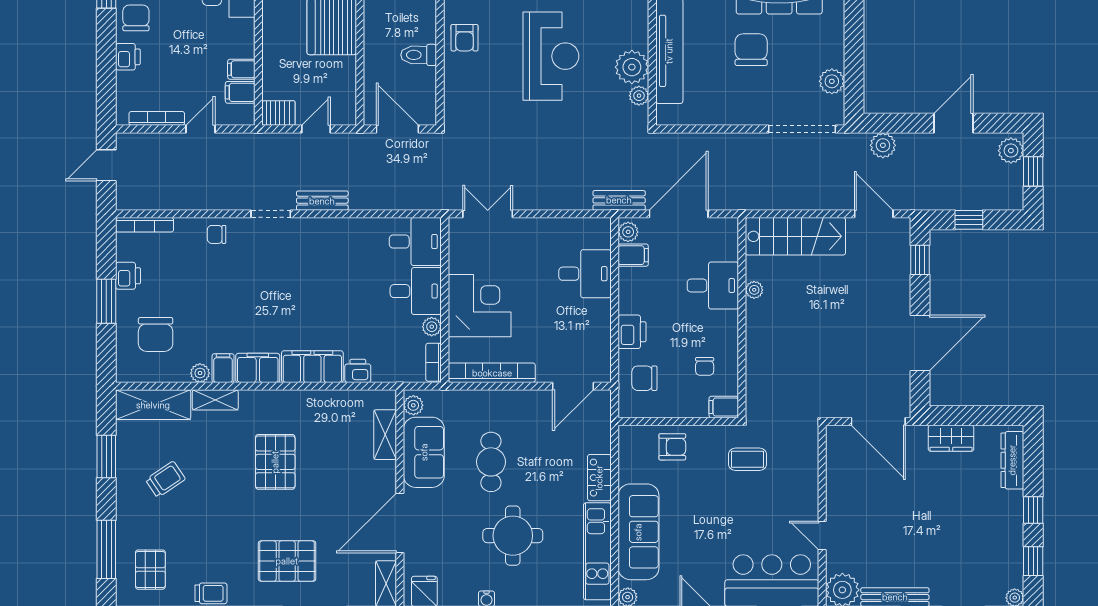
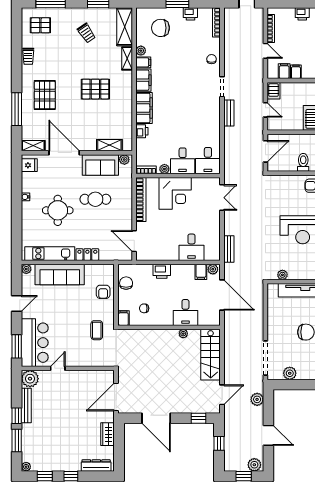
plant: (632, 67) -> (297, 271), removed
bench: (619, 200) -> (229, 249), moved
chair: (644, 378) -> (126, 283), moved

